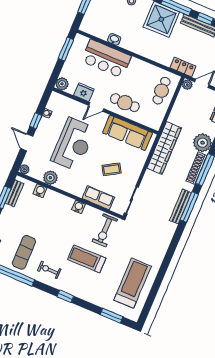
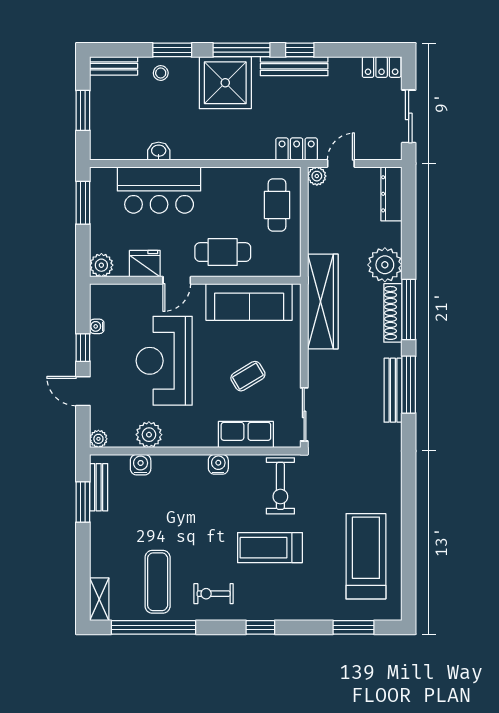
reception desk: (73, 144) -> (164, 361), turned 180

